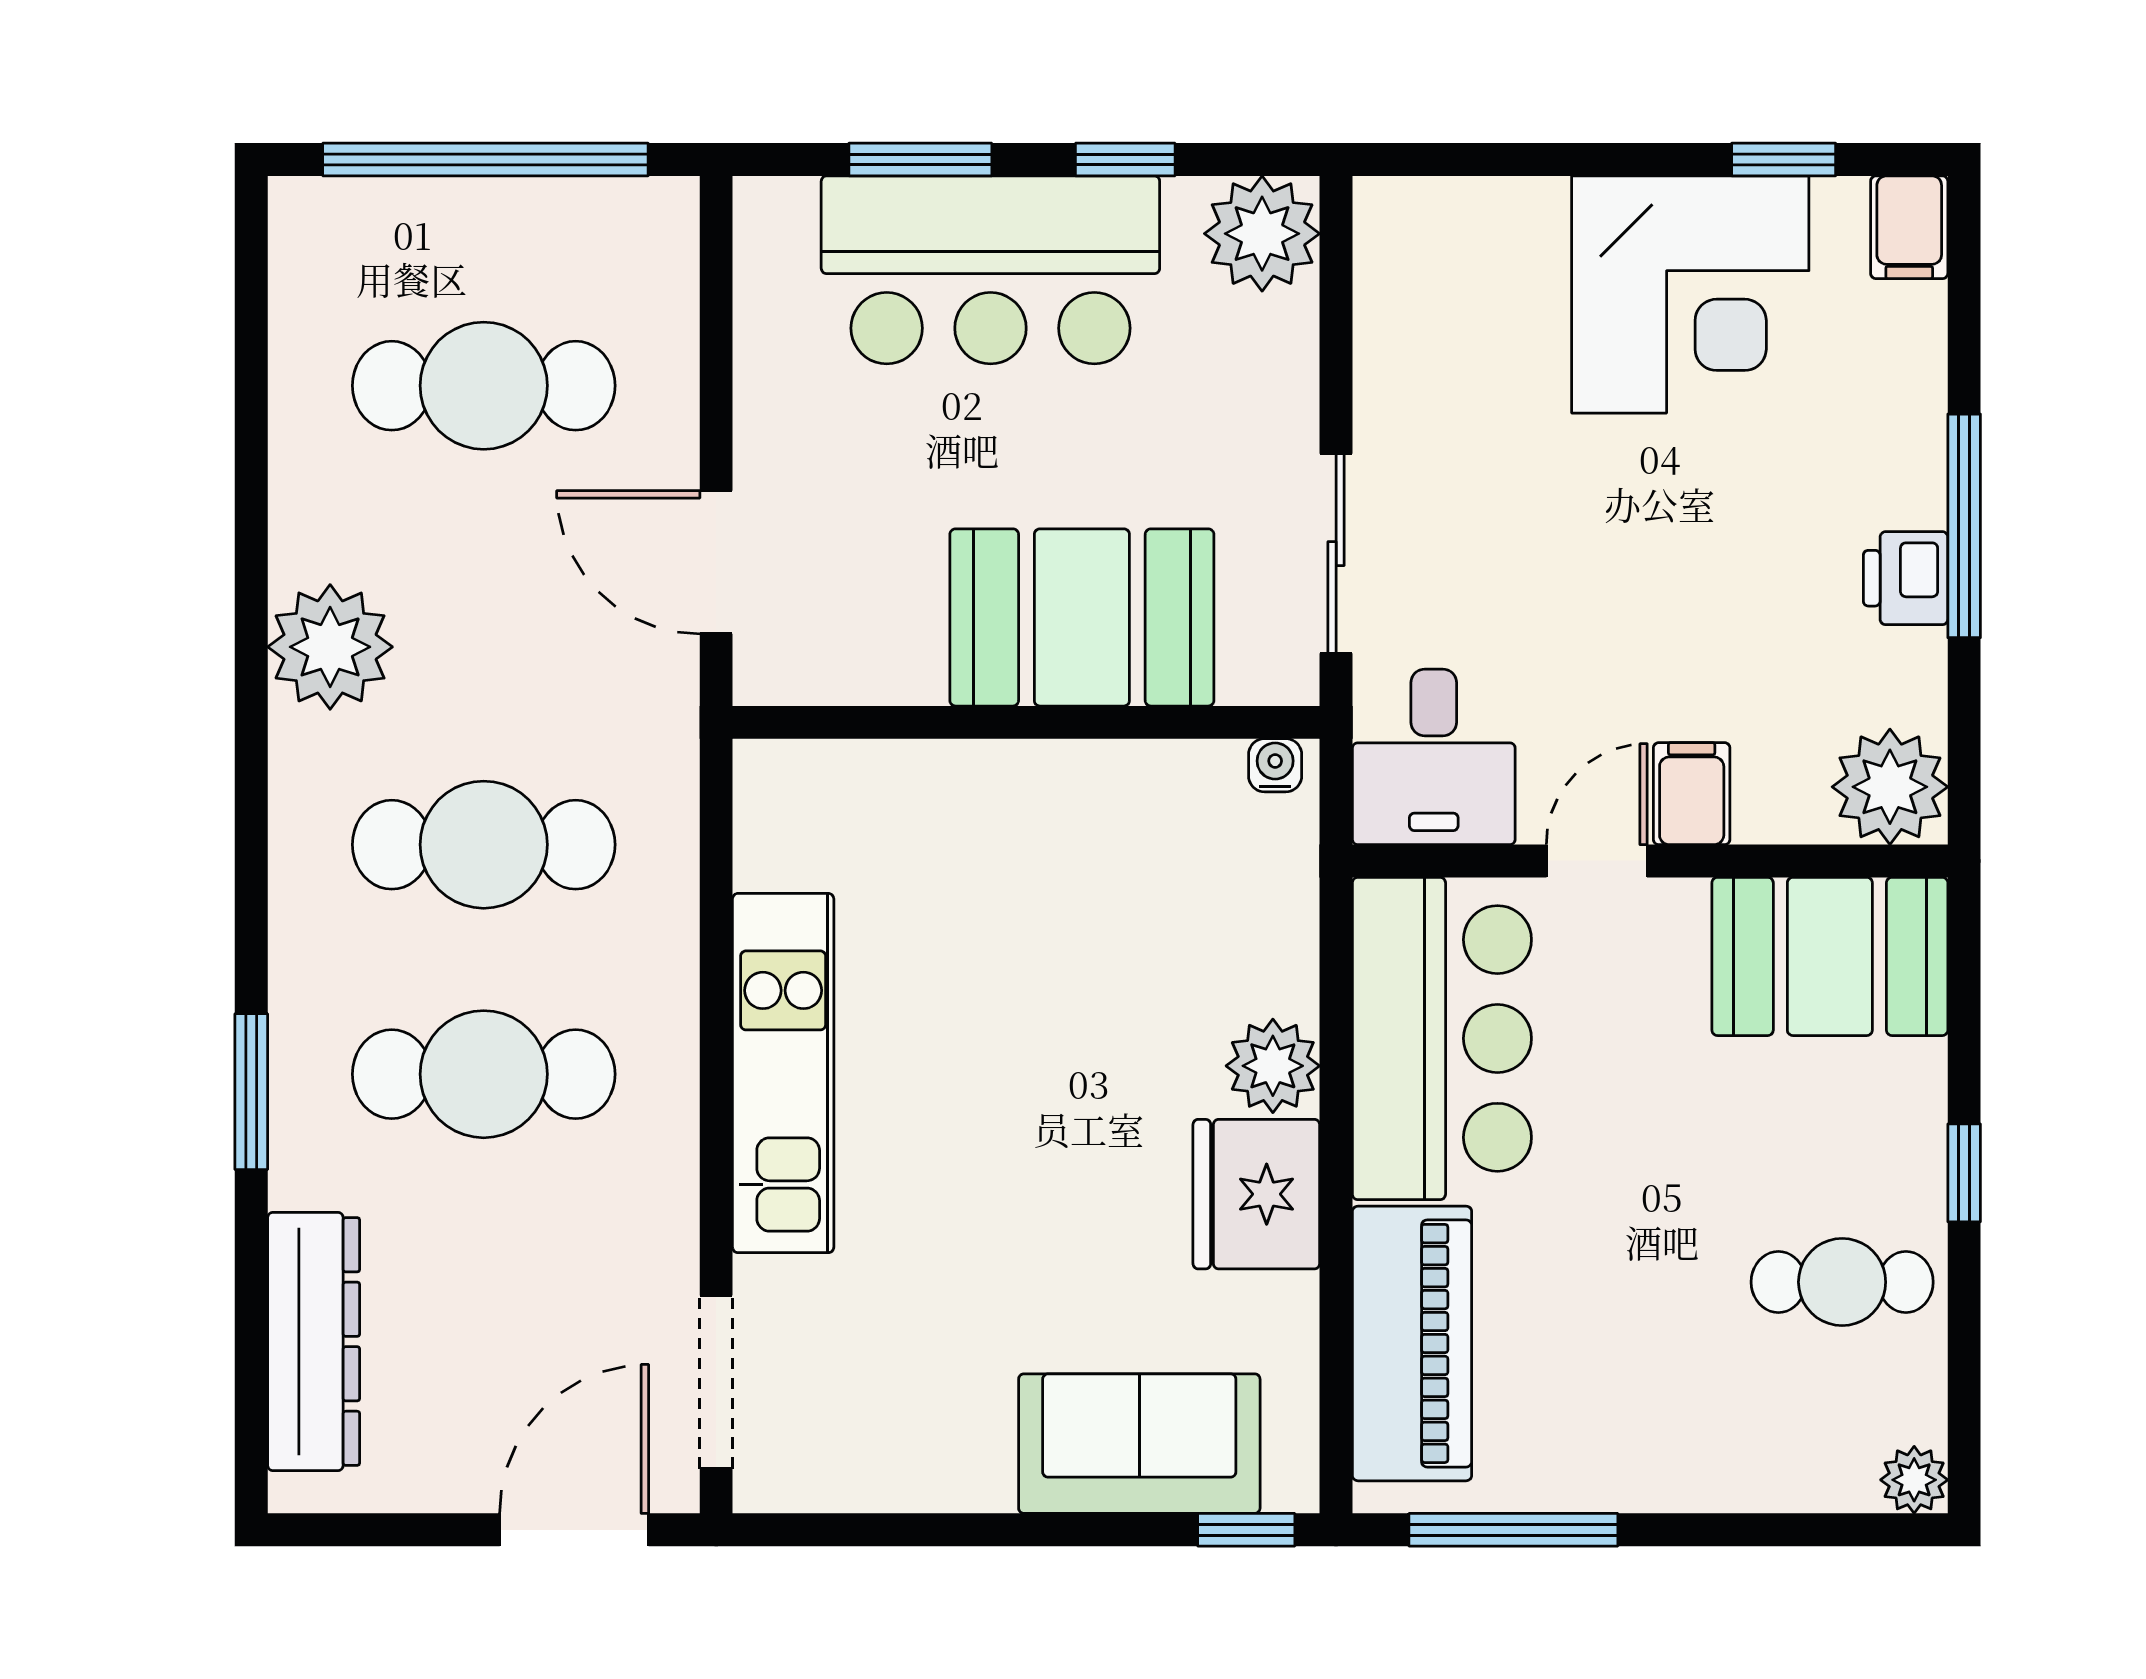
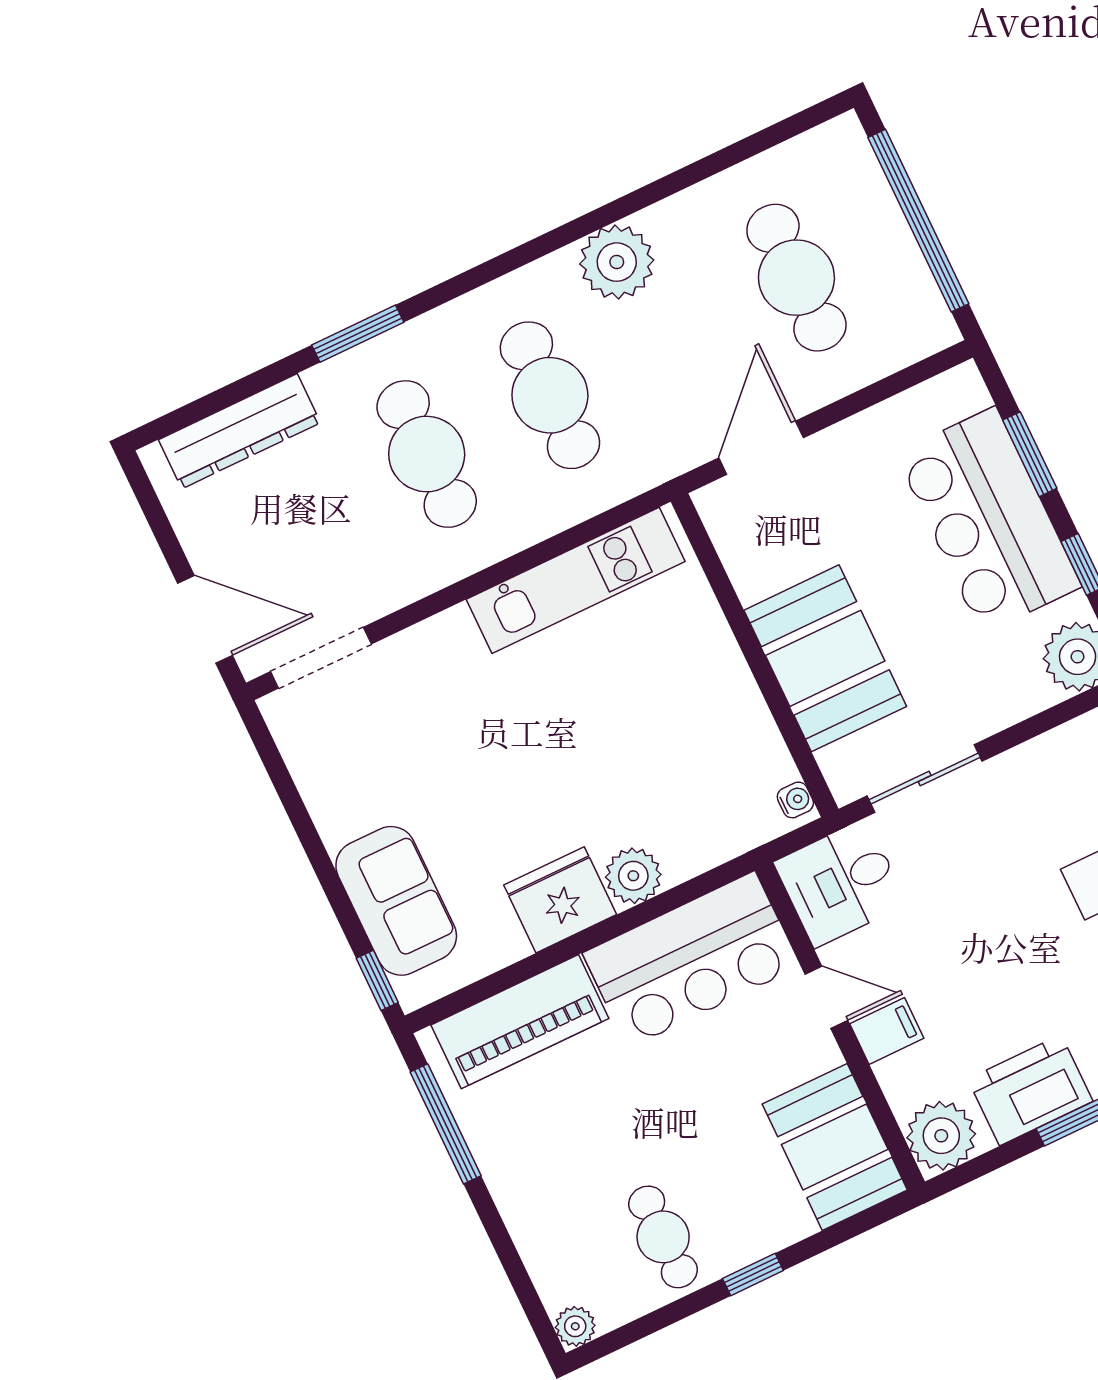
printer: (1906, 578) -> (1030, 1090), width x1.87, depth x1.48
kitchen unit: (783, 1073) -> (576, 580), moved

